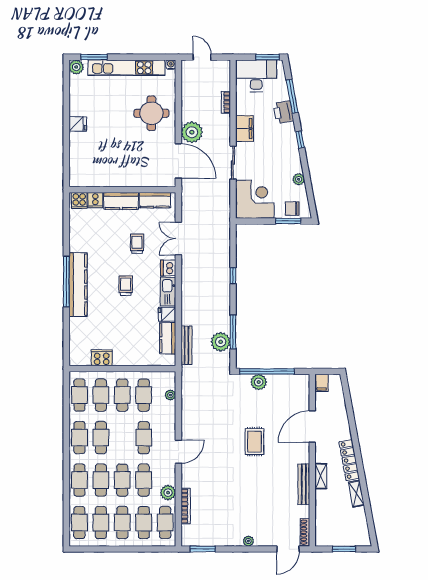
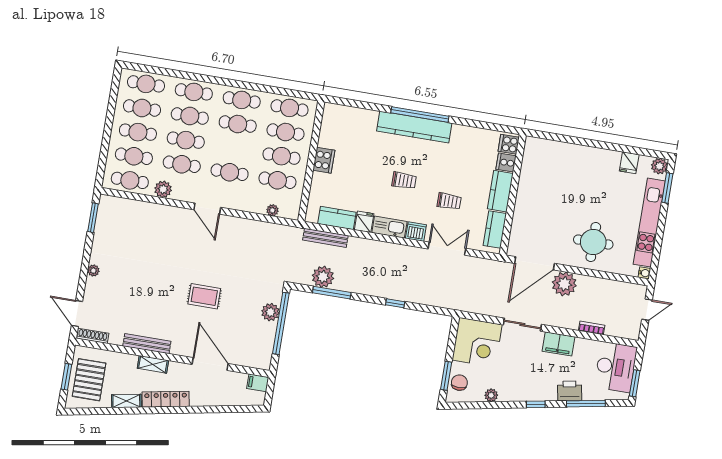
fridge: (78, 124) -> (629, 163), moved
cooker: (102, 358) -> (324, 160), moved
bookcase: (186, 506) -> (145, 207), removed
pallet: (343, 529) -> (89, 380), added

